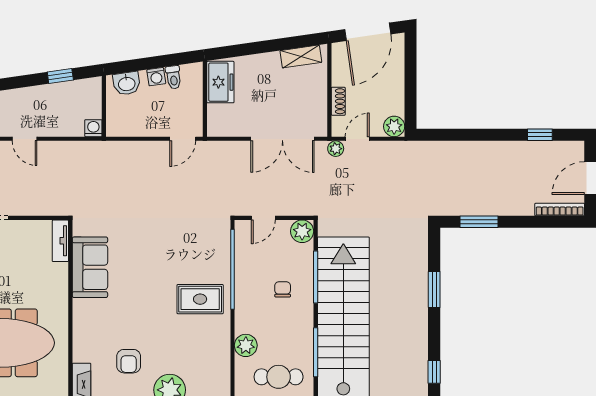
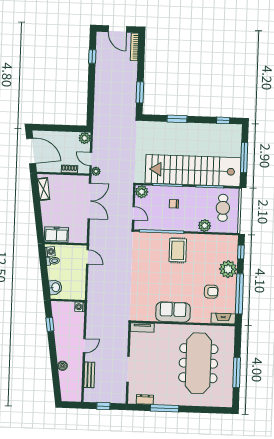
washing machine: (156, 77) -> (50, 252), moved
sofa: (90, 267) -> (173, 312), moved

